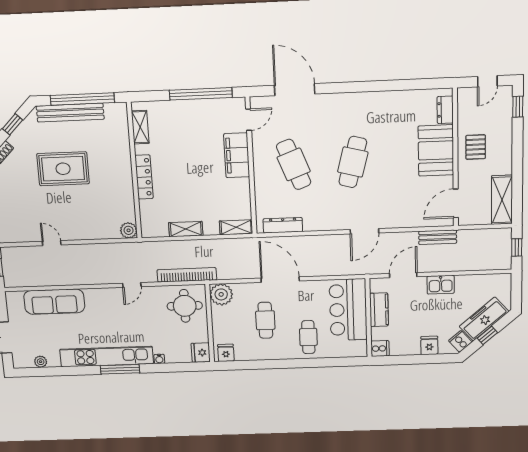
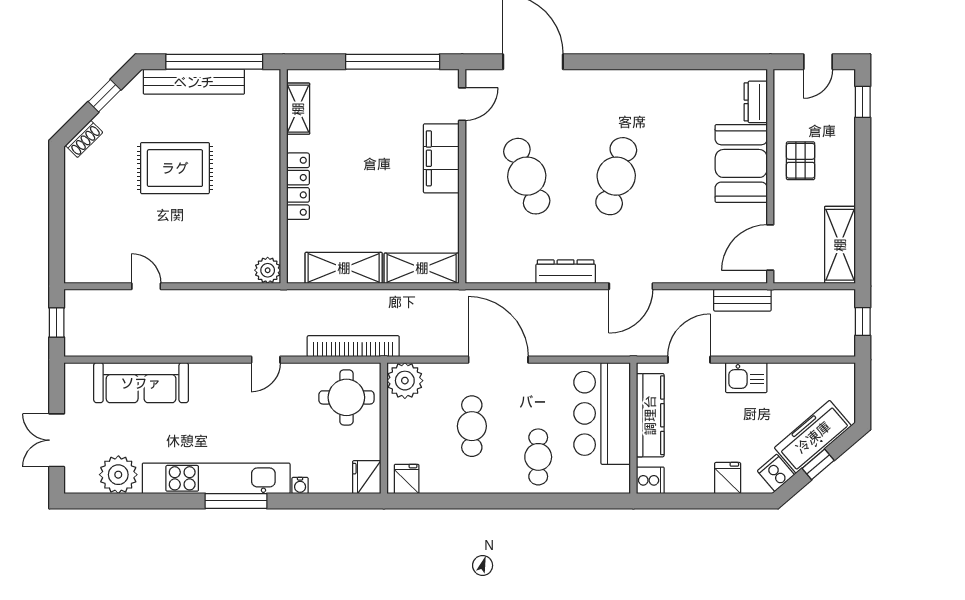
dresser: (283, 225) -> (566, 272), moved
shelving: (236, 227) -> (422, 268), width x1.50, depth x1.33
shelving: (186, 229) -> (344, 268), width x1.50, depth x1.33
kitchen counter: (379, 310) -> (650, 415), width x1.50
plant: (41, 362) -> (118, 475), width x1.88, depth x1.88

